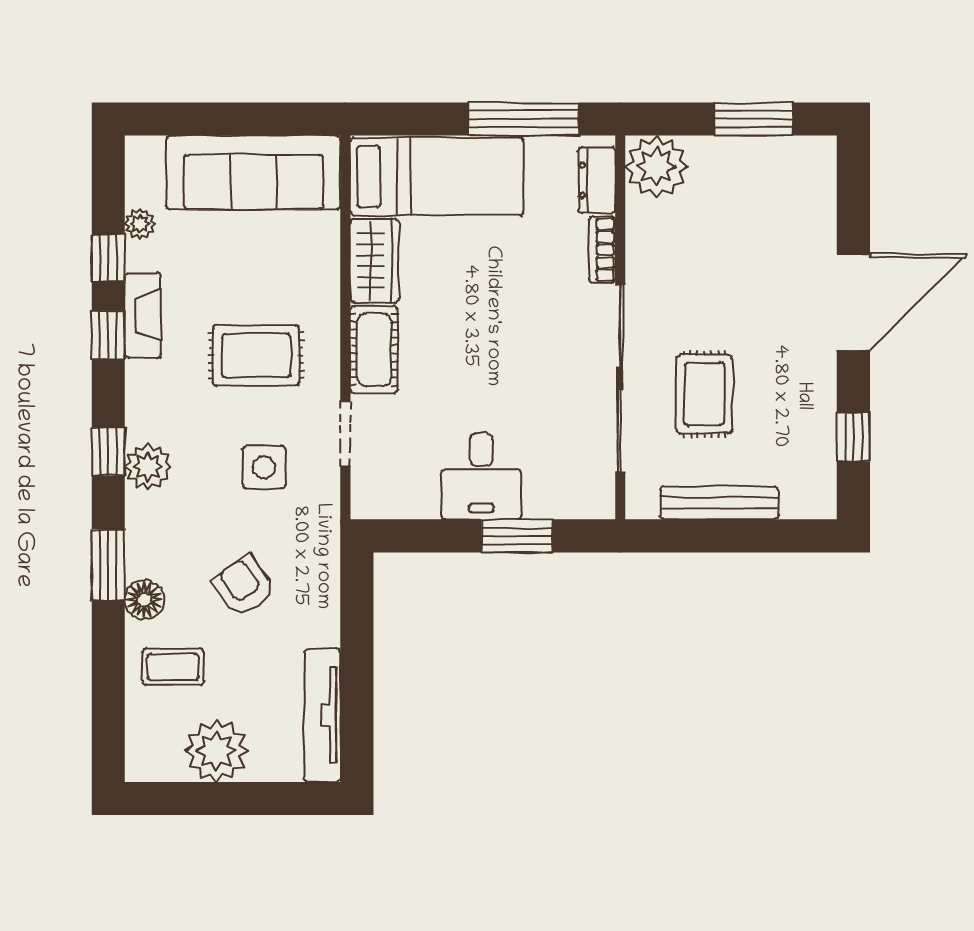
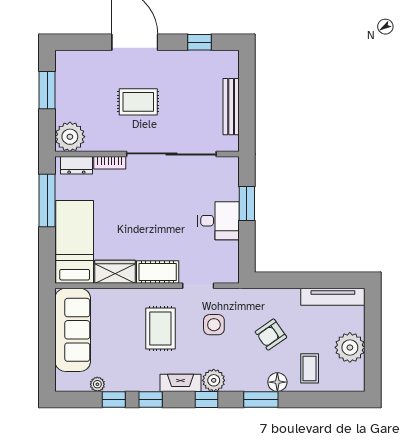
fireplace: (143, 315) -> (181, 383), moved
rug: (704, 394) -> (138, 102), moved

